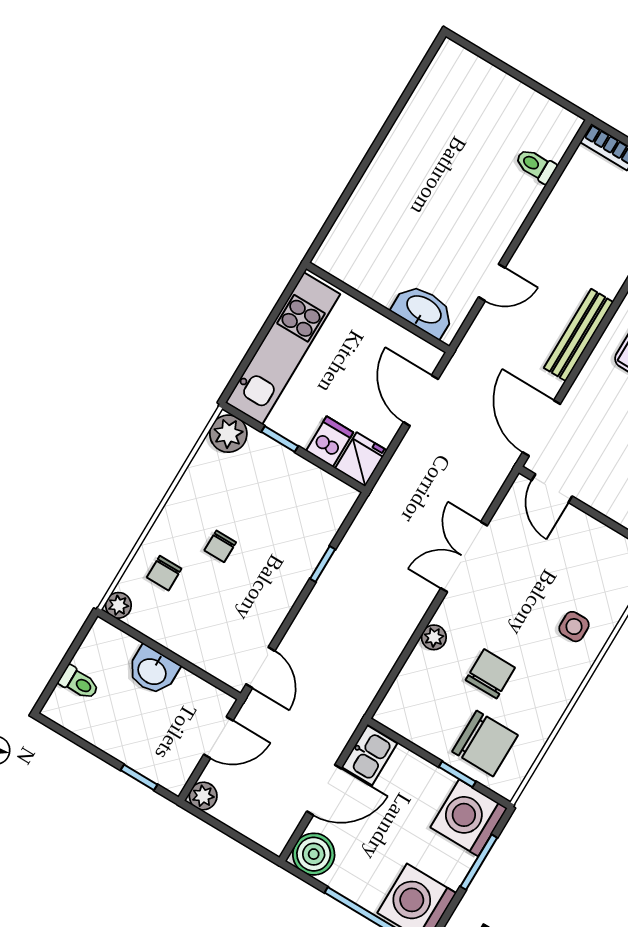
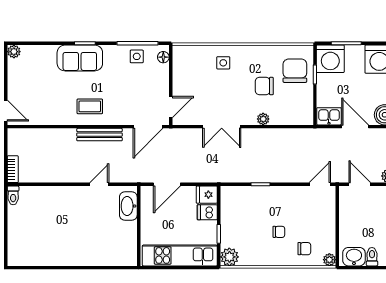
toilet: (536, 165) -> (13, 195), moved
door: (492, 282) -> (99, 184), hinge flipped
washbasin: (153, 671) -> (354, 257), moved, turned -90

